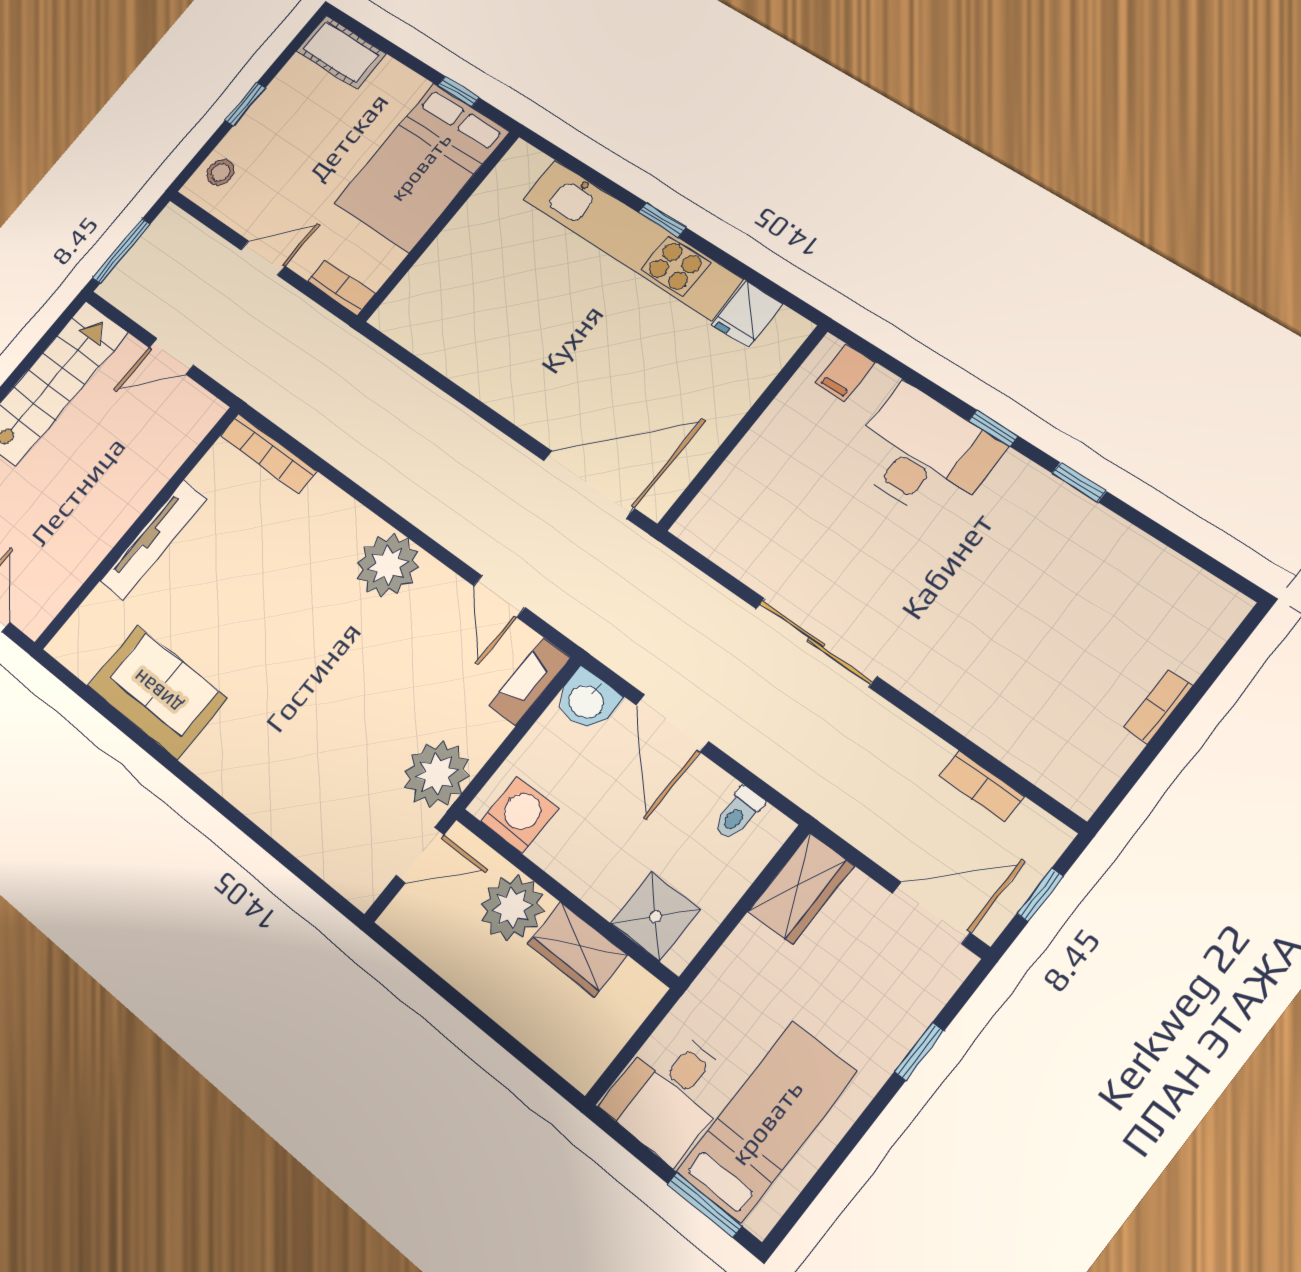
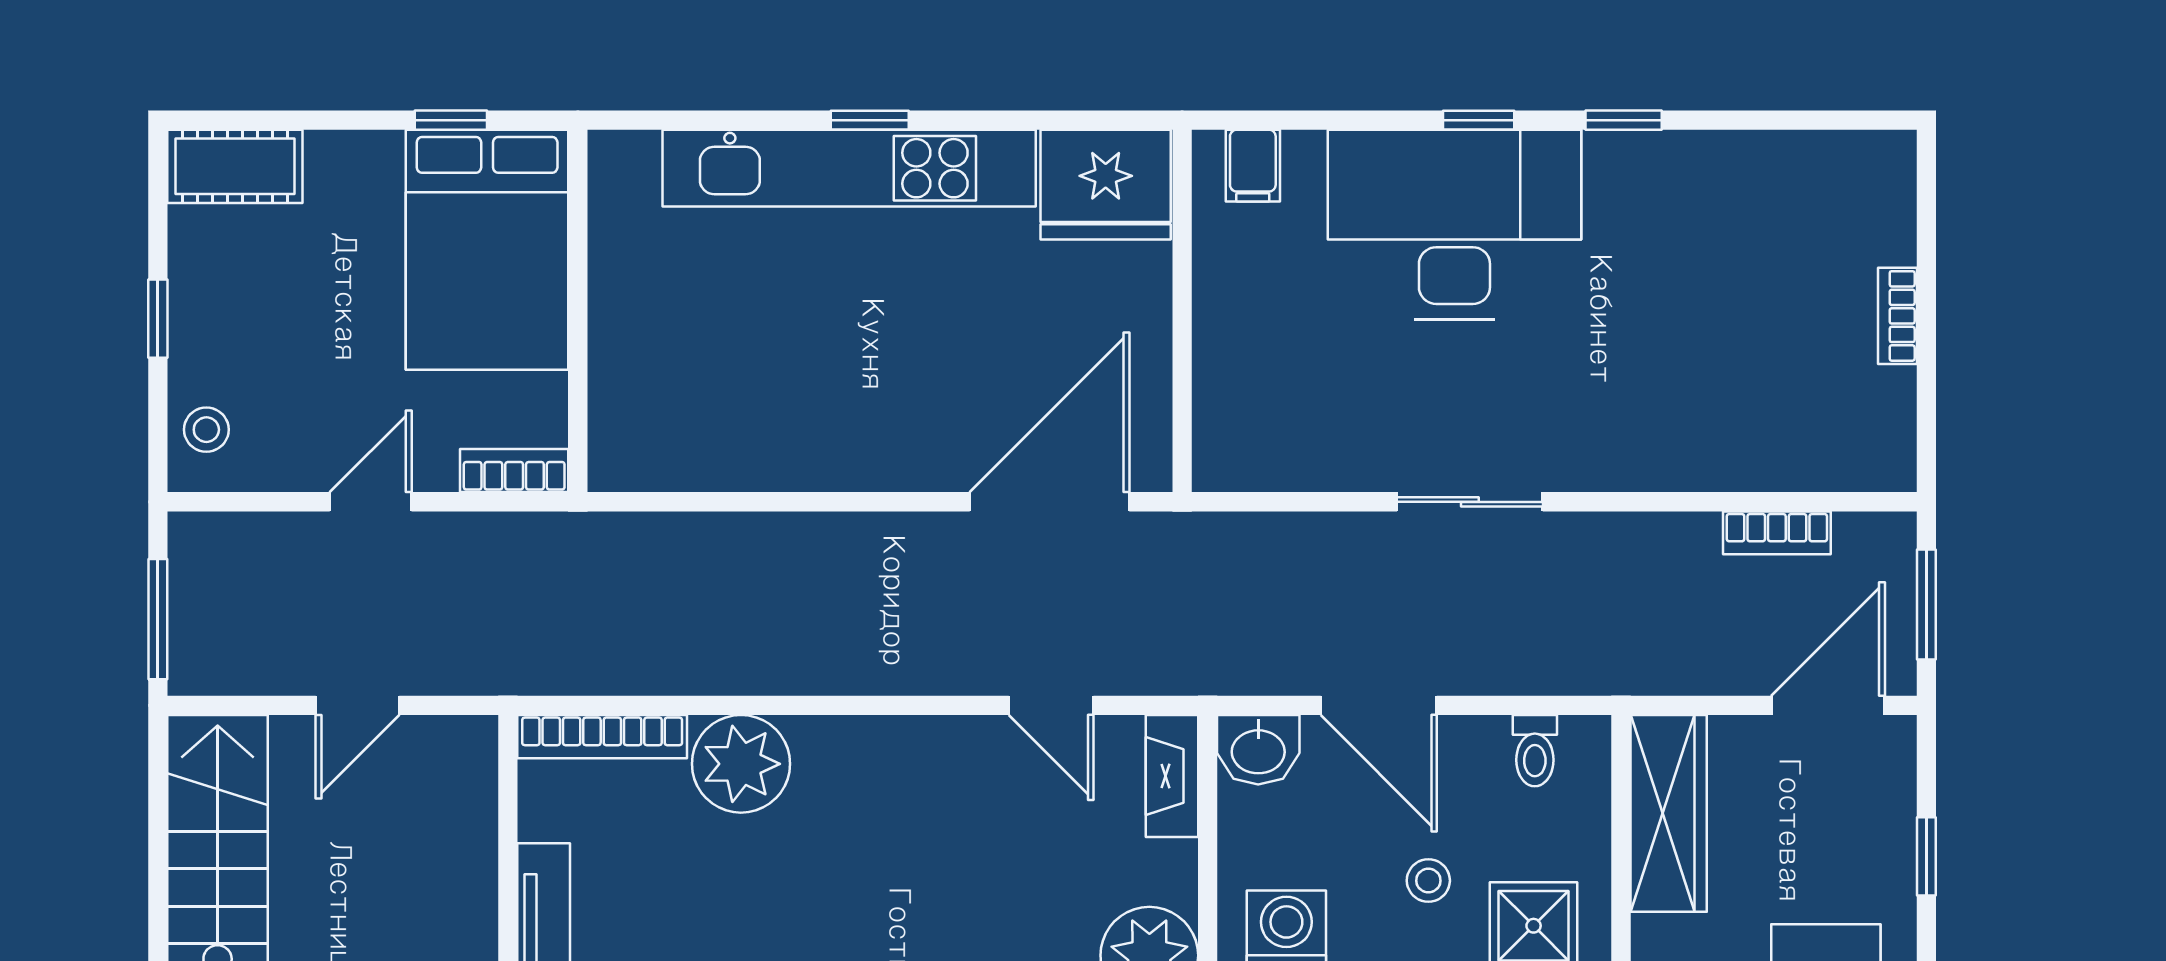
fridge: (747, 314) -> (1106, 185), width x1.88, depth x1.34
desk: (923, 453) -> (1454, 224), width x1.36, depth x1.30
plant: (388, 565) -> (741, 764), moved
sliding door: (816, 642) -> (1470, 502), width x0.73
stool: (619, 845) -> (1428, 881), added
wardrobe: (801, 888) -> (1669, 813), width x1.50
window: (1040, 895) -> (1926, 605), width x1.50

